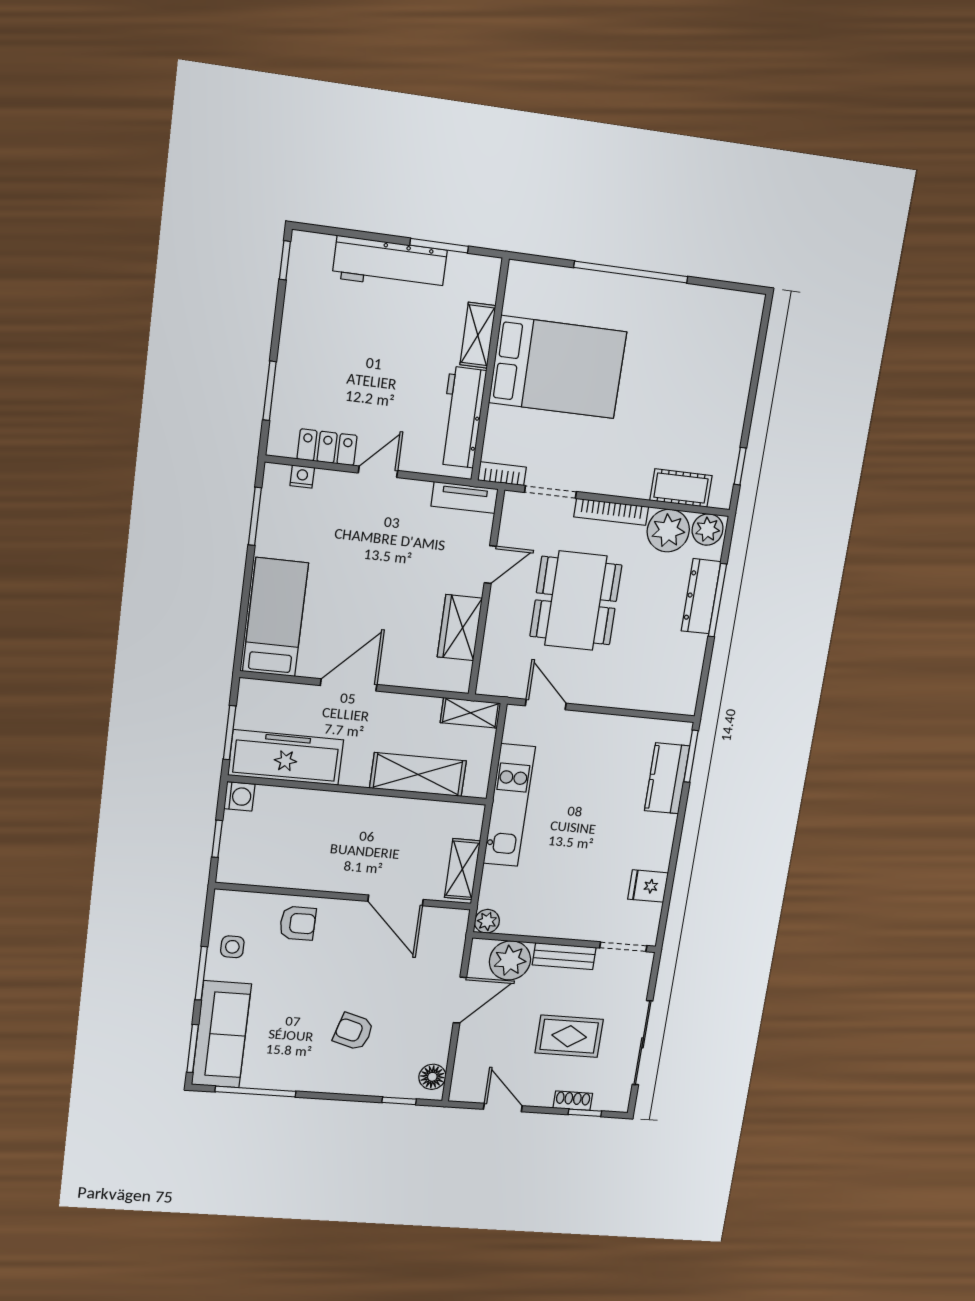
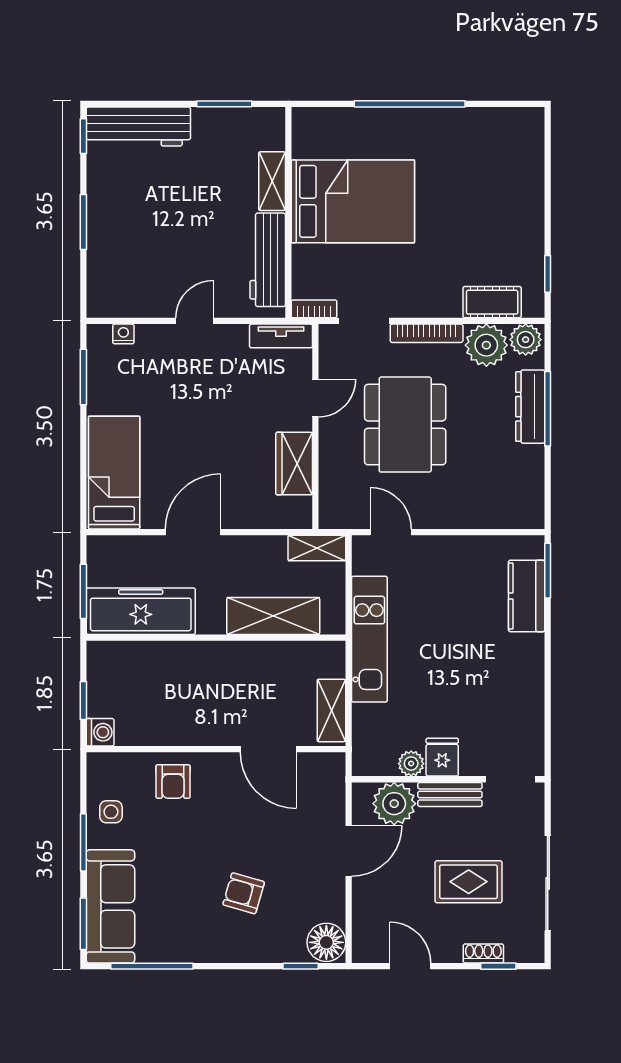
workbench: (390, 264) -> (138, 126), moved
window: (270, 391) -> (83, 222), moved
locker: (327, 447) -> (143, 303), removed
washing machine: (239, 796) -> (100, 732), moved
fridge: (648, 886) -> (442, 757), moved, turned 90
plant: (487, 921) -> (411, 764), moved
armchair: (298, 923) -> (173, 782), turned 90
floor lamp: (432, 1077) -> (326, 942), width x1.38, depth x1.38

